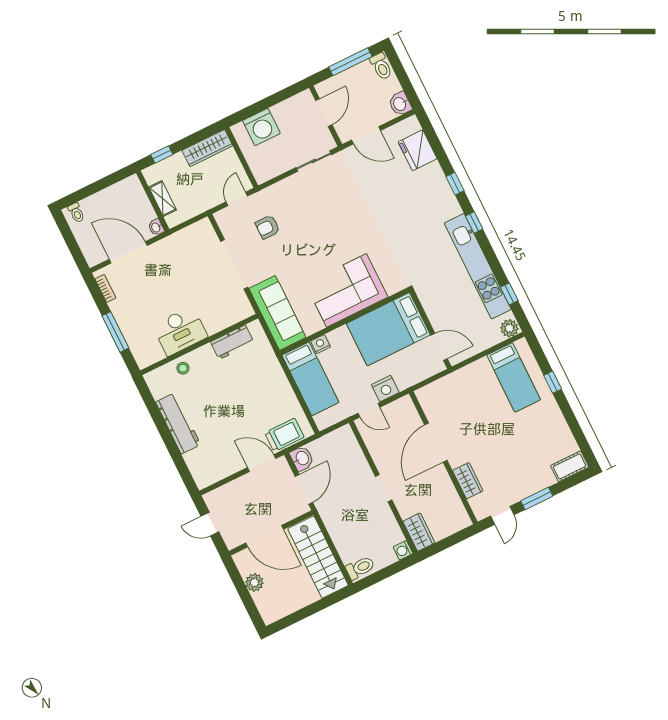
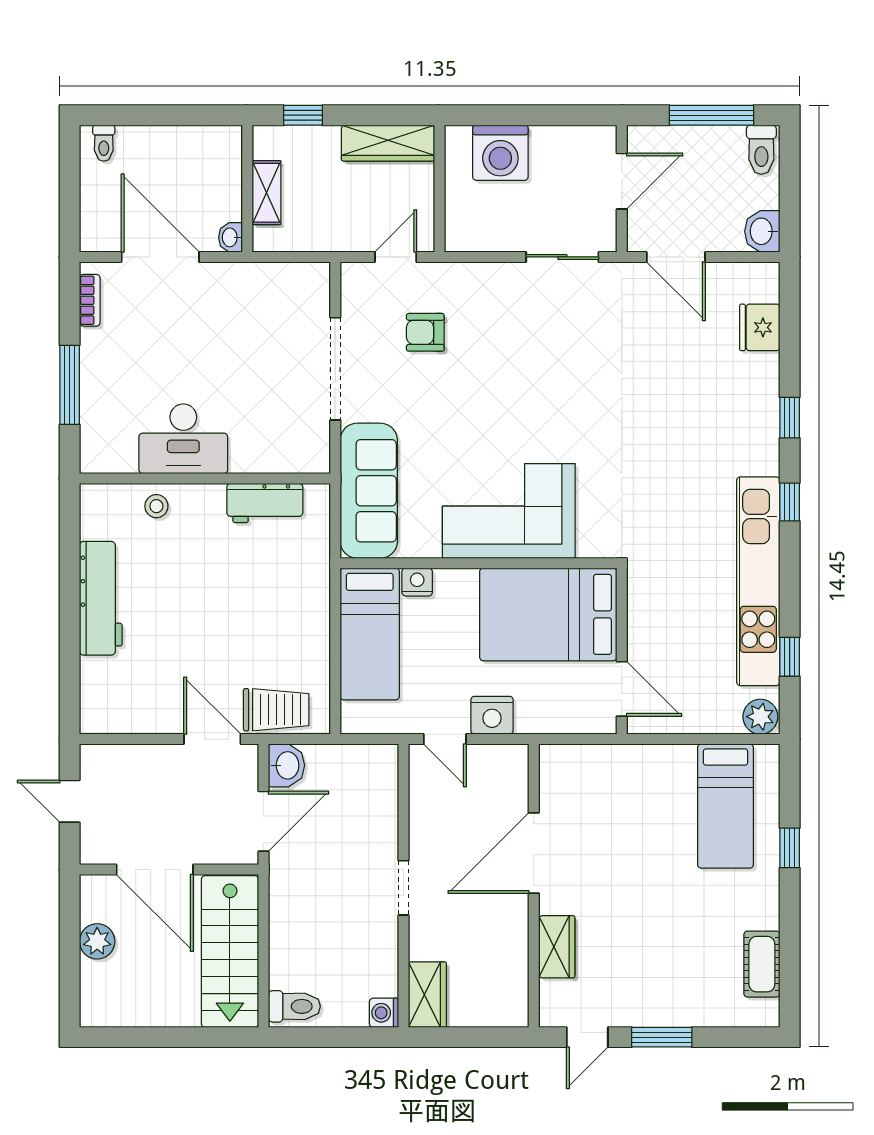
fridge: (418, 150) -> (760, 327), width x0.73, depth x0.75
cot: (570, 466) -> (762, 964), moved, turned 90

